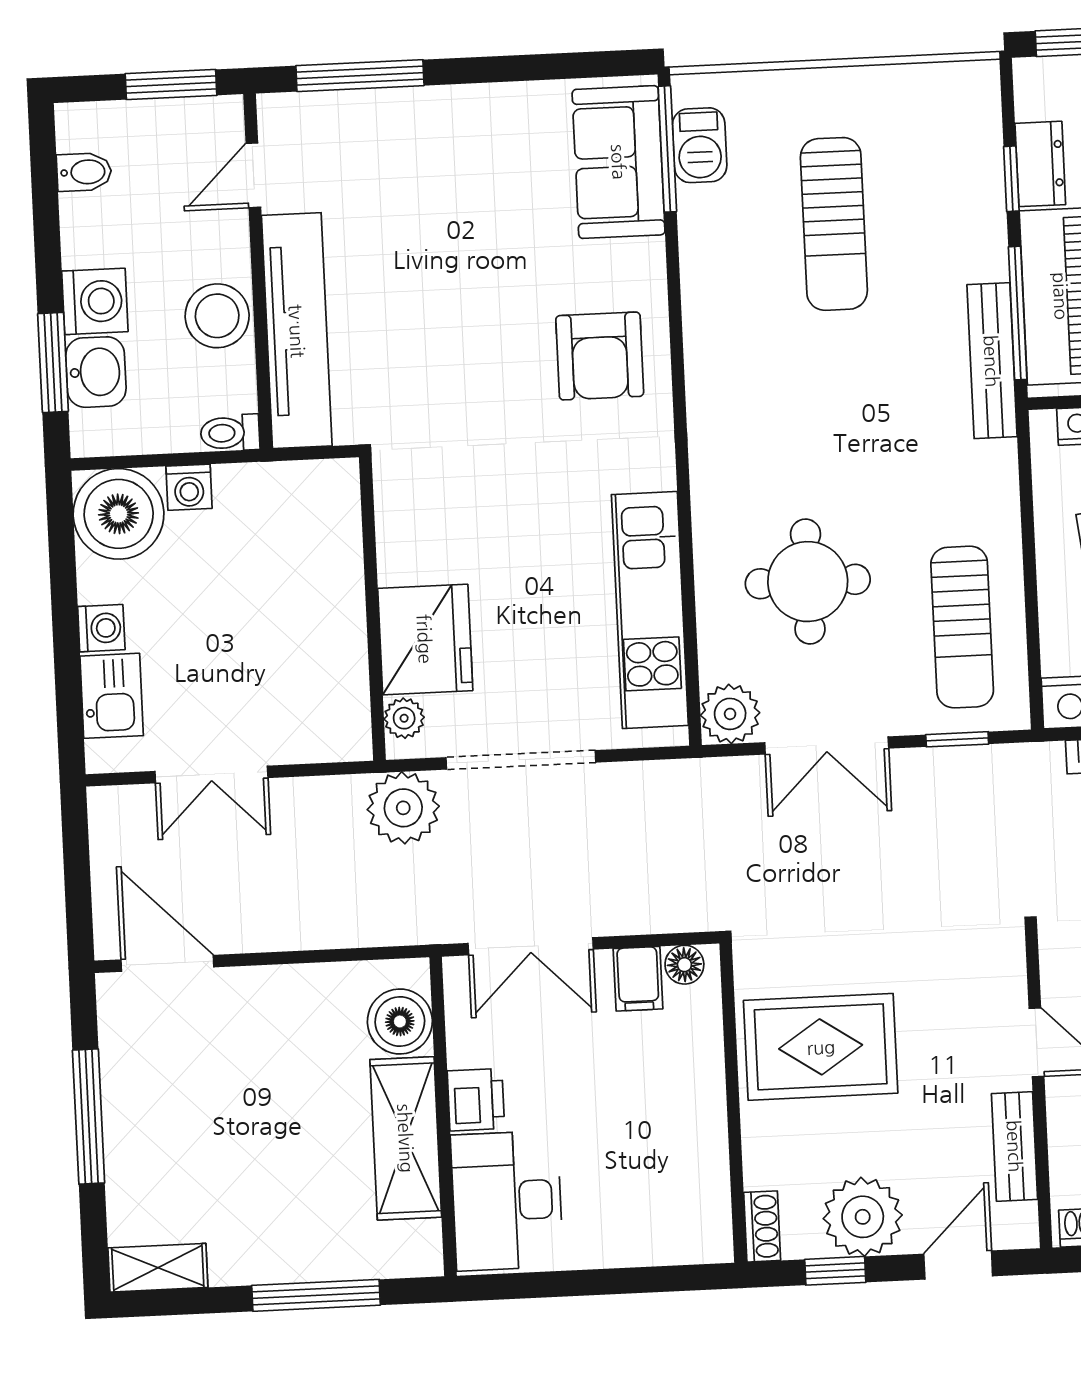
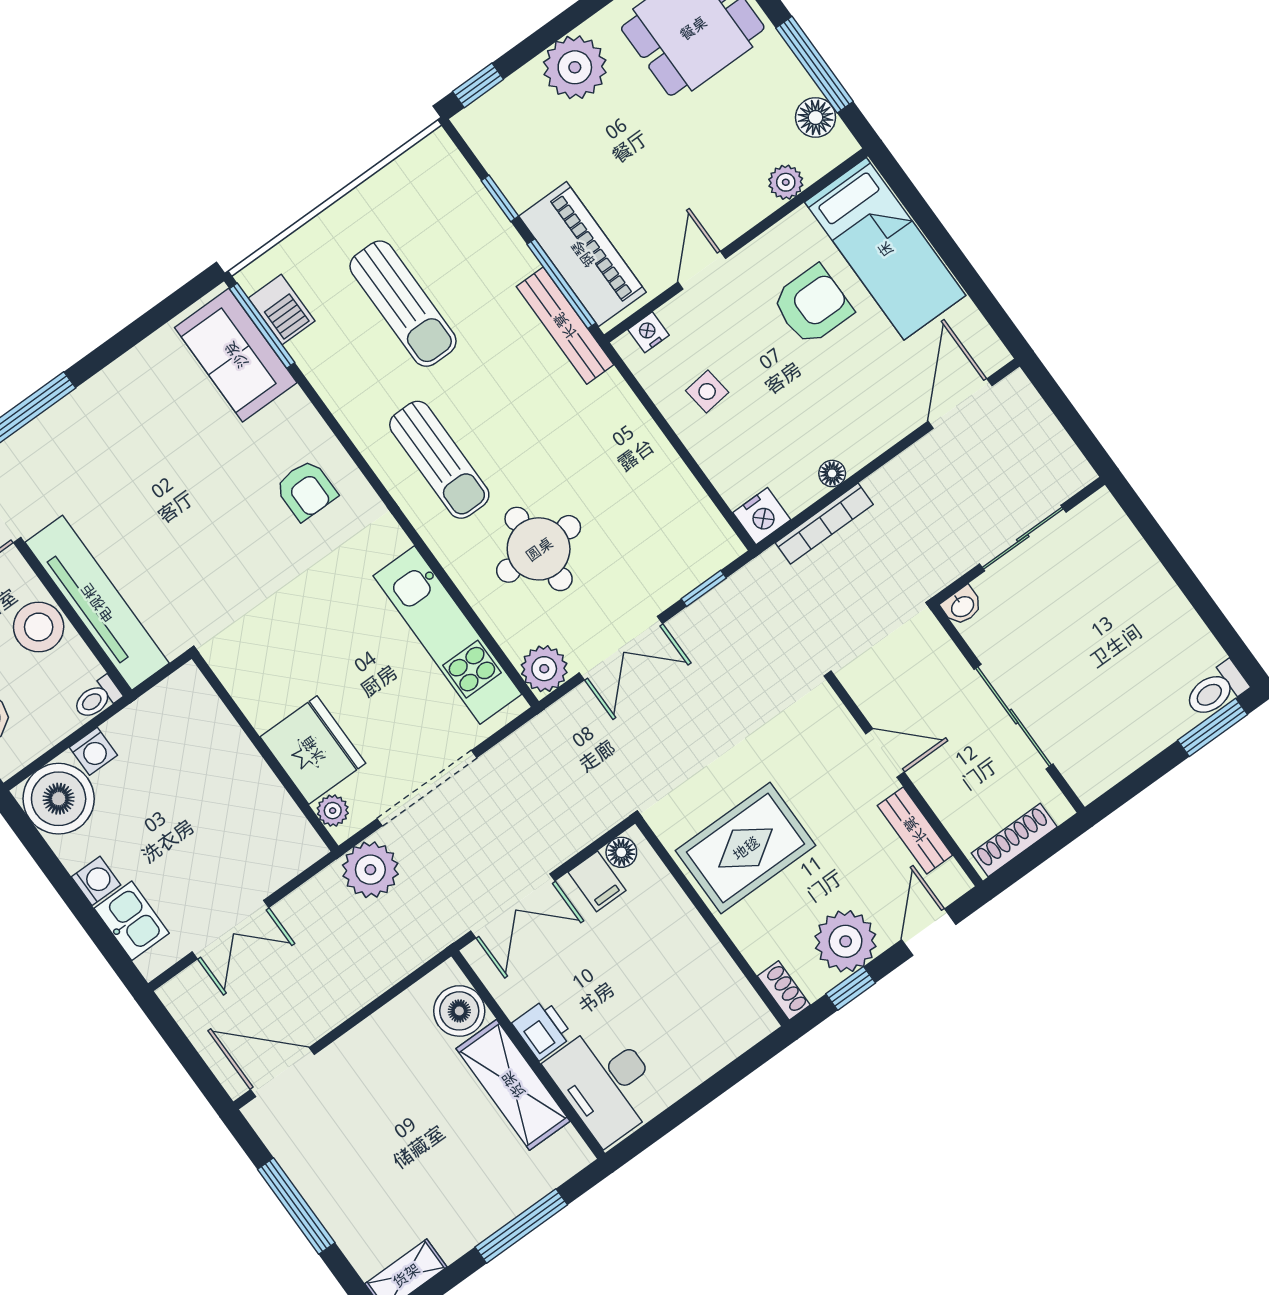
dresser: (1040, 164) -> (513, 176), removed
armchair: (600, 356) -> (306, 490), width x0.72, depth x0.72
sun lounger: (962, 627) -> (439, 460), moved

